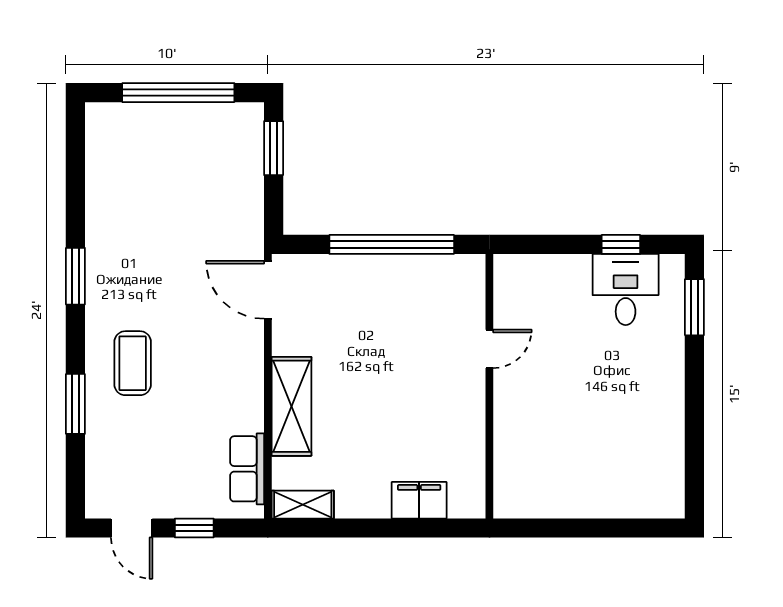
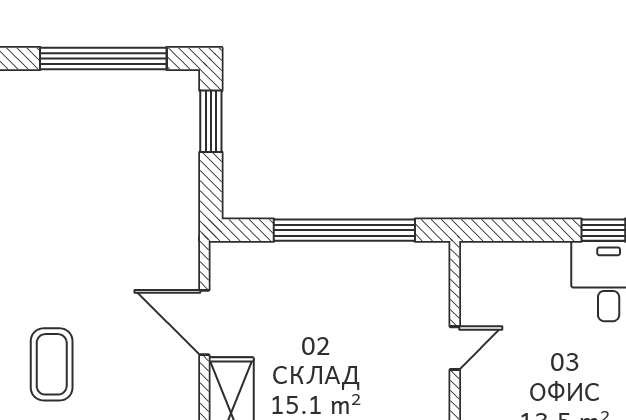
door: (268, 290) -> (204, 322), moved

